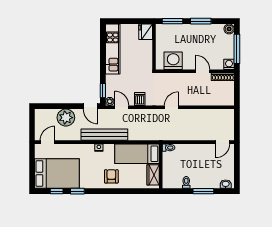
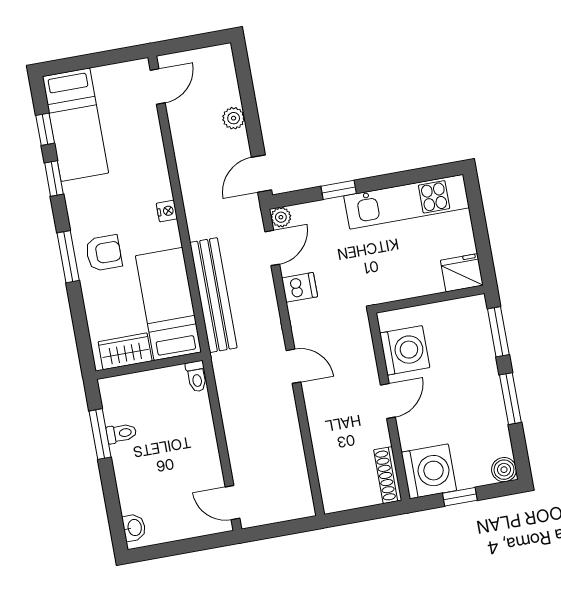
window: (237, 49) -> (460, 497), width x0.46
washing machine: (229, 64) -> (429, 471), width x1.89, depth x1.89
door: (203, 71) -> (388, 401), moved
window: (103, 91) -> (339, 190), moved
plant: (66, 118) -> (234, 118), width x0.53, depth x0.53
bench: (104, 135) -> (213, 295), moved
door: (47, 142) -> (158, 87), hinge flipped
bed: (57, 173) -> (75, 125), width x0.67
window: (110, 191) -> (68, 257), added
window: (203, 191) -> (100, 434), moved

